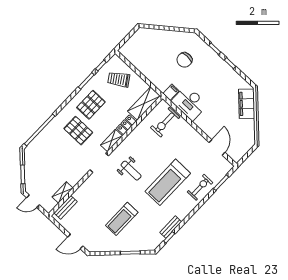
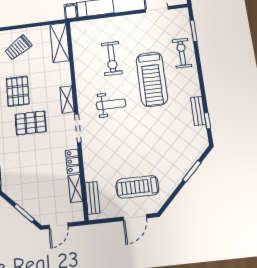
exercise bike: (165, 122) -> (112, 58), moved
locker: (126, 125) -> (73, 161), moved
treadmill: (122, 219) -> (137, 187), moved, turned 90

